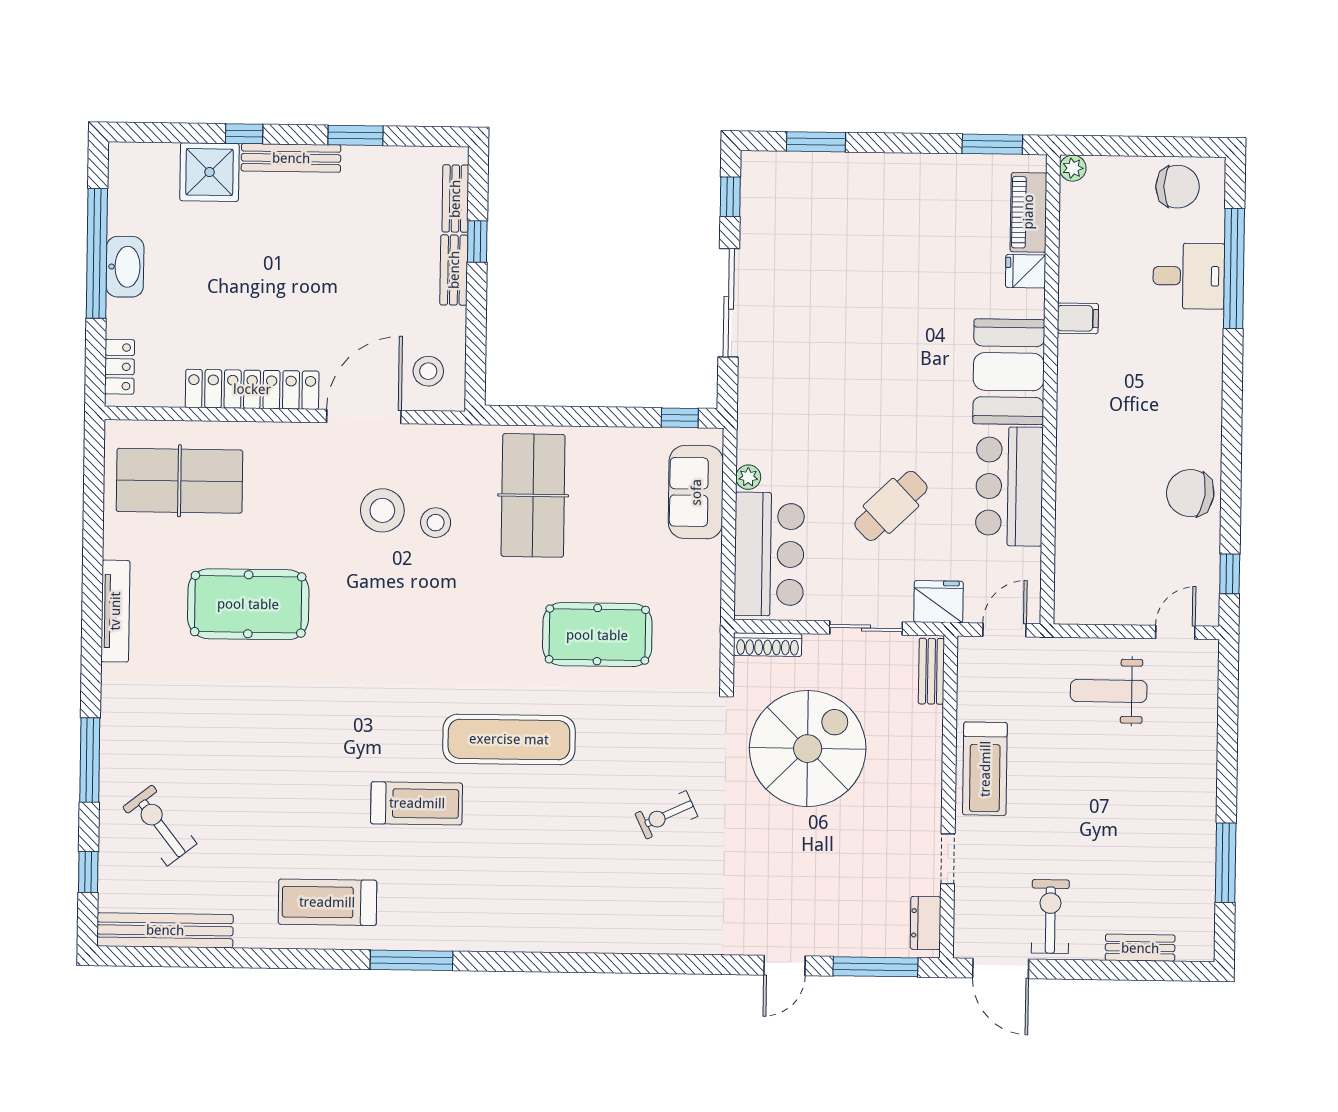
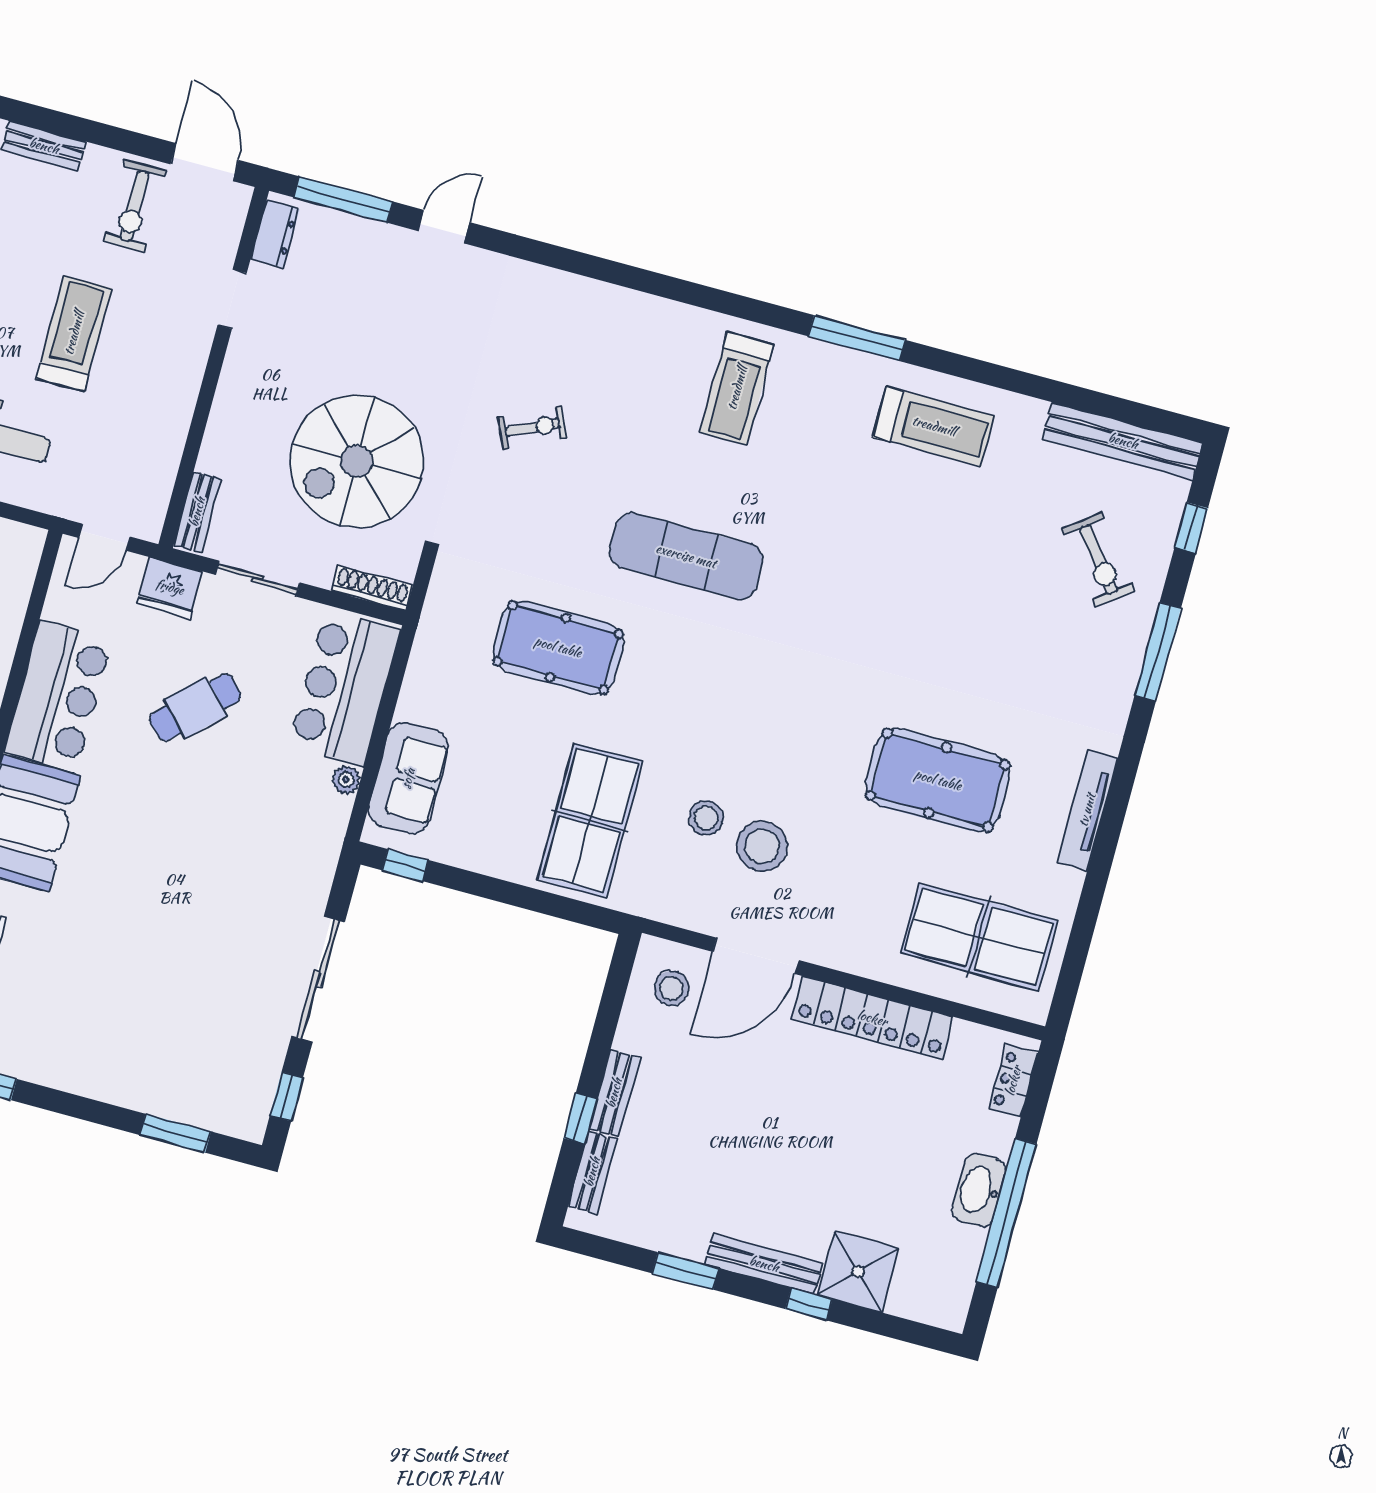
treadmill: (985, 769) -> (74, 333), moved
treadmill: (417, 803) -> (737, 388), moved, turned -90

